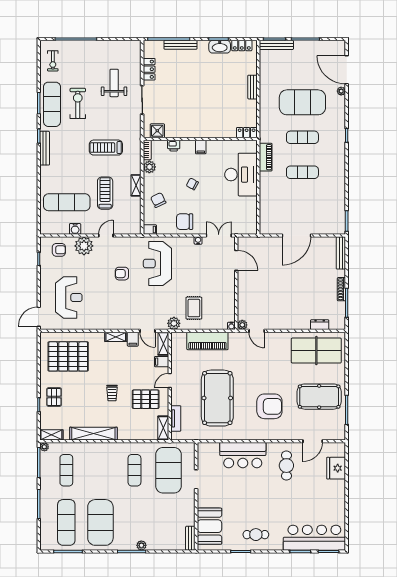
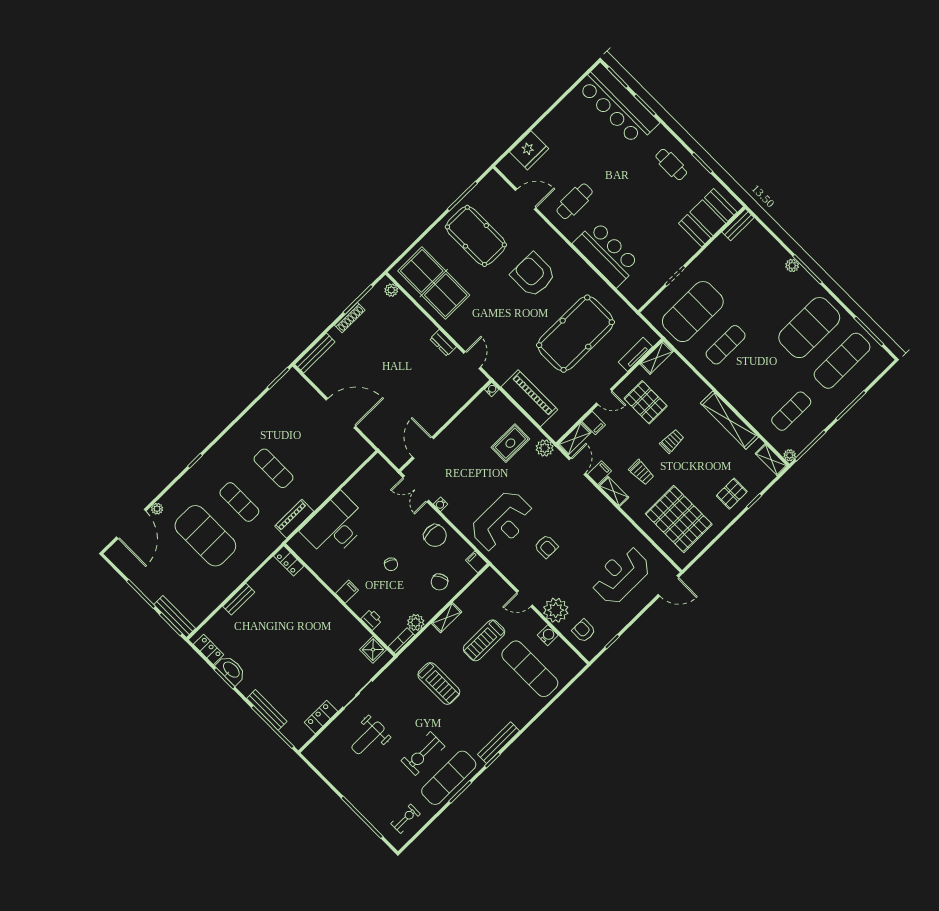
plant: (242, 325) -> (391, 290), moved
dresser: (320, 325) -> (443, 343), moved
trolley: (111, 361) -> (641, 472), added

